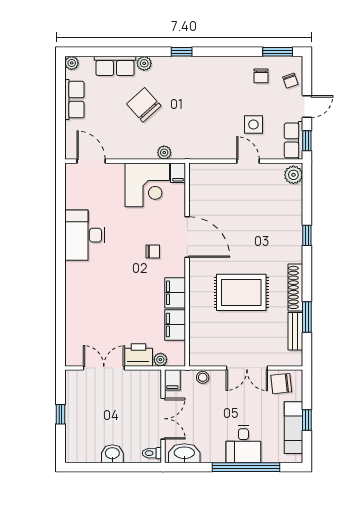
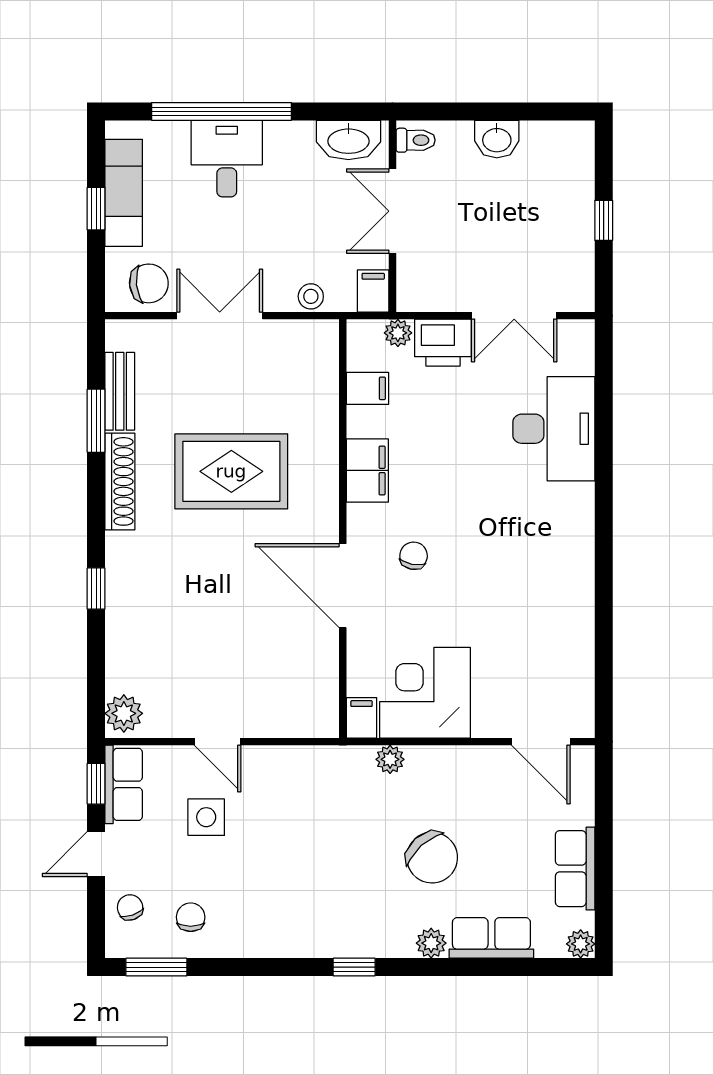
desk: (85, 235) -> (554, 429), moved
chair: (153, 251) -> (414, 556), turned 101
filing cabinet: (175, 325) -> (368, 388), width x0.50

